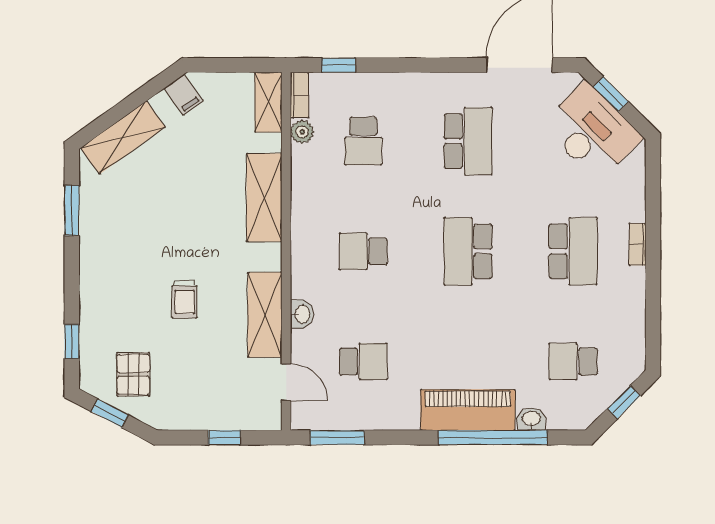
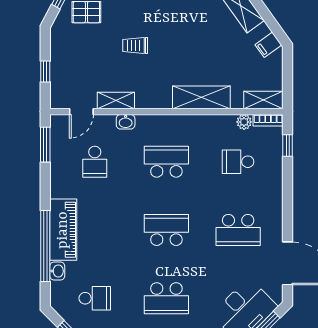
school desk: (363, 251) -> (166, 162), width x1.85
shelving: (265, 315) -> (116, 100), width x0.67, depth x0.75
school desk: (573, 361) -> (95, 298), turned 90

